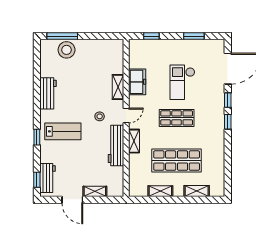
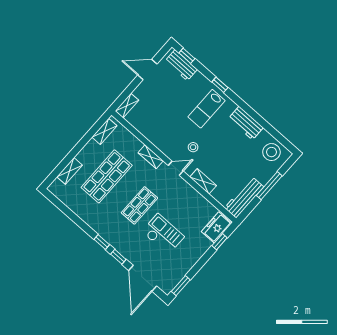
window: (62, 36) -> (269, 186), moved
window: (194, 36) -> (181, 286), moved
stool: (67, 50) -> (271, 152), moved
freezer: (137, 82) -> (216, 227), moved, turned 90
door: (126, 115) -> (176, 168), swing flipped
workbench: (116, 145) -> (244, 197), moved, turned -90
shelving: (95, 191) -> (127, 106), moved
shelving: (160, 191) -> (104, 131), moved

